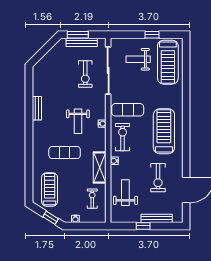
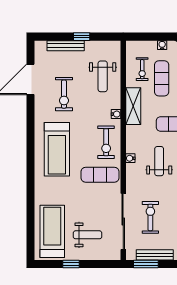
window: (78, 35) -> (146, 264), moved
exercise bike: (158, 178) -> (64, 94), turned 180
exercise mat: (76, 191) -> (162, 78), added

